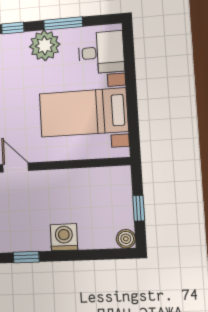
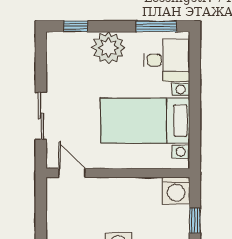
window: (63, 23) -> (156, 26), moved
washing machine: (118, 179) -> (176, 191), added

